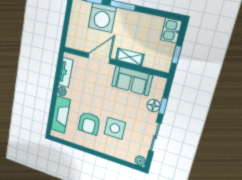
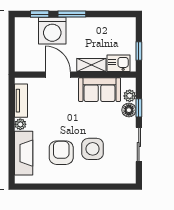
kitchen sink: (171, 31) -> (119, 63), moved, turned 90
door: (99, 58) -> (58, 75), hinge flipped
armchair: (89, 123) -> (61, 153), turned 180
plant: (140, 161) -> (130, 96), moved

